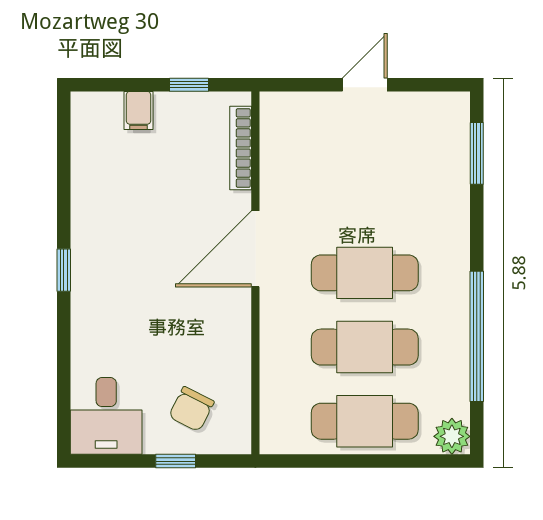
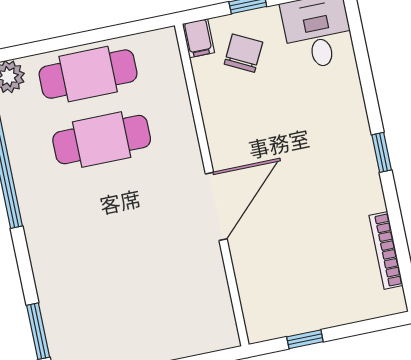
filing cabinet: (138, 110) -> (198, 38), moved, turned 180
bookcase: (241, 148) -> (386, 250), moved, turned 180
cafe table: (365, 273) -> (115, 205), removed

